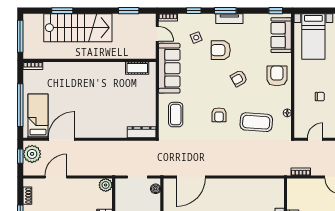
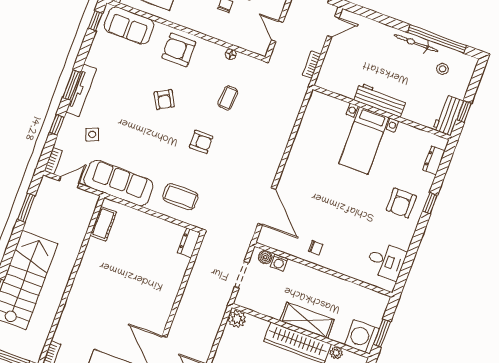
tv unit: (229, 19) -> (81, 90), width x1.41
armchair: (221, 50) -> (120, 109), removed
coffee table: (256, 122) -> (228, 98), width x0.54, depth x0.58
dresser: (142, 132) -> (189, 243), width x0.70
washing machine: (155, 200) -> (279, 263), added

